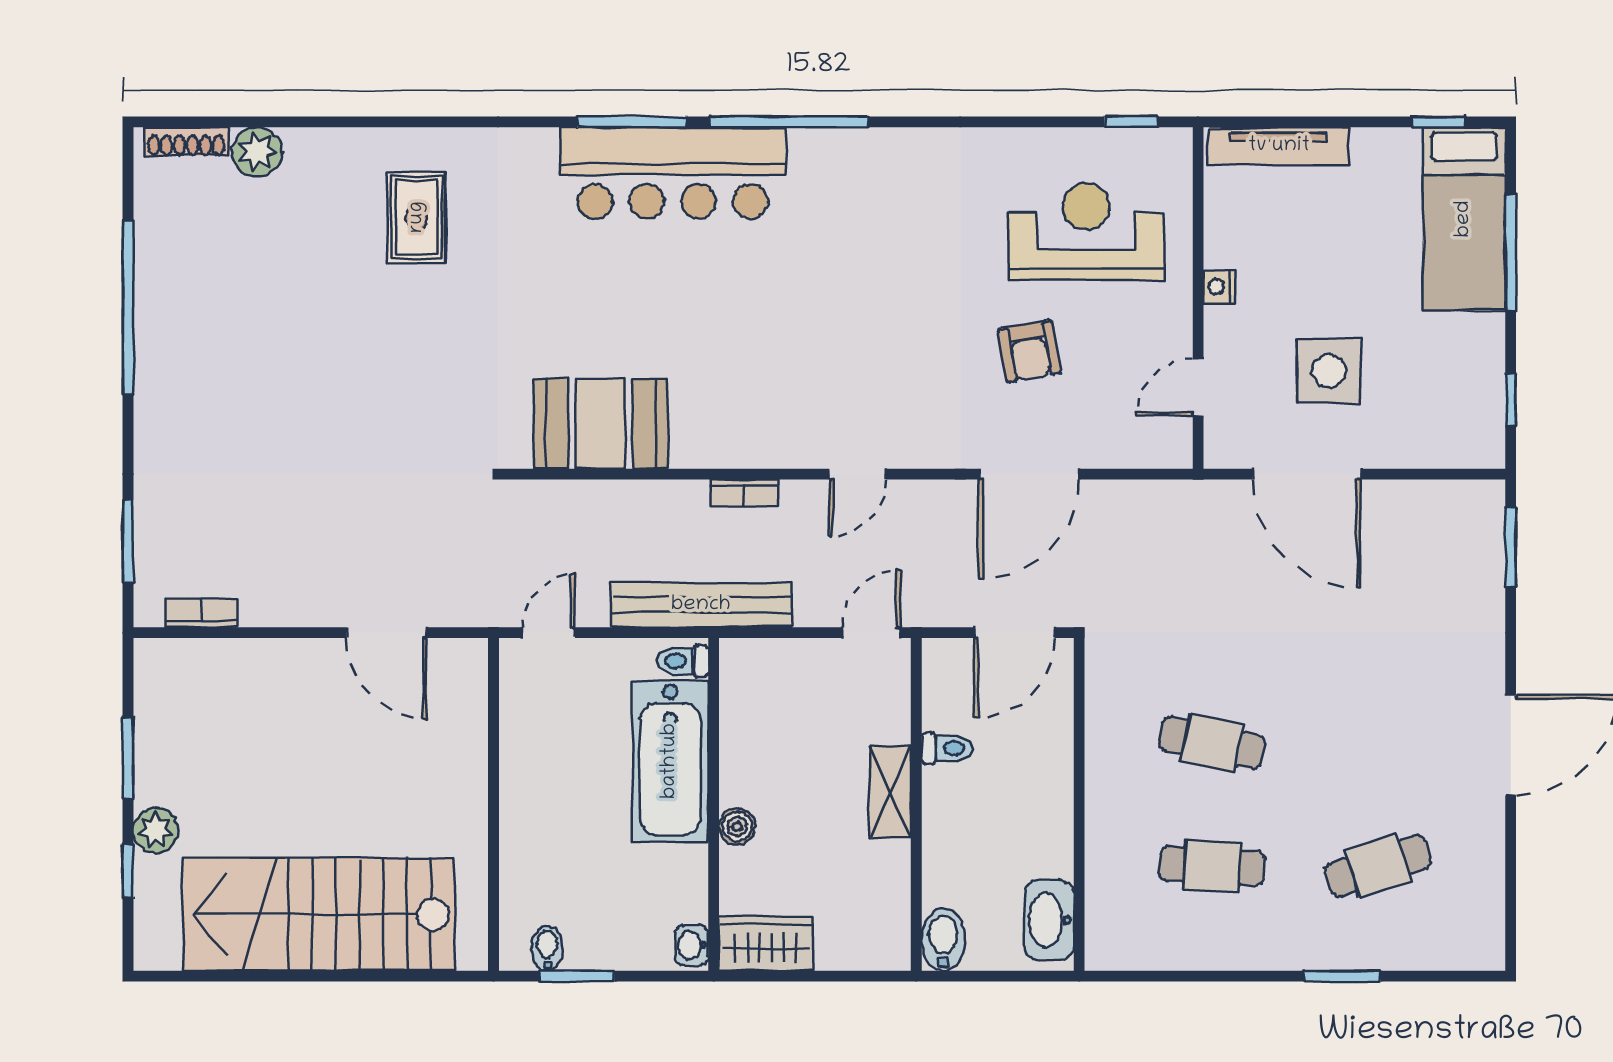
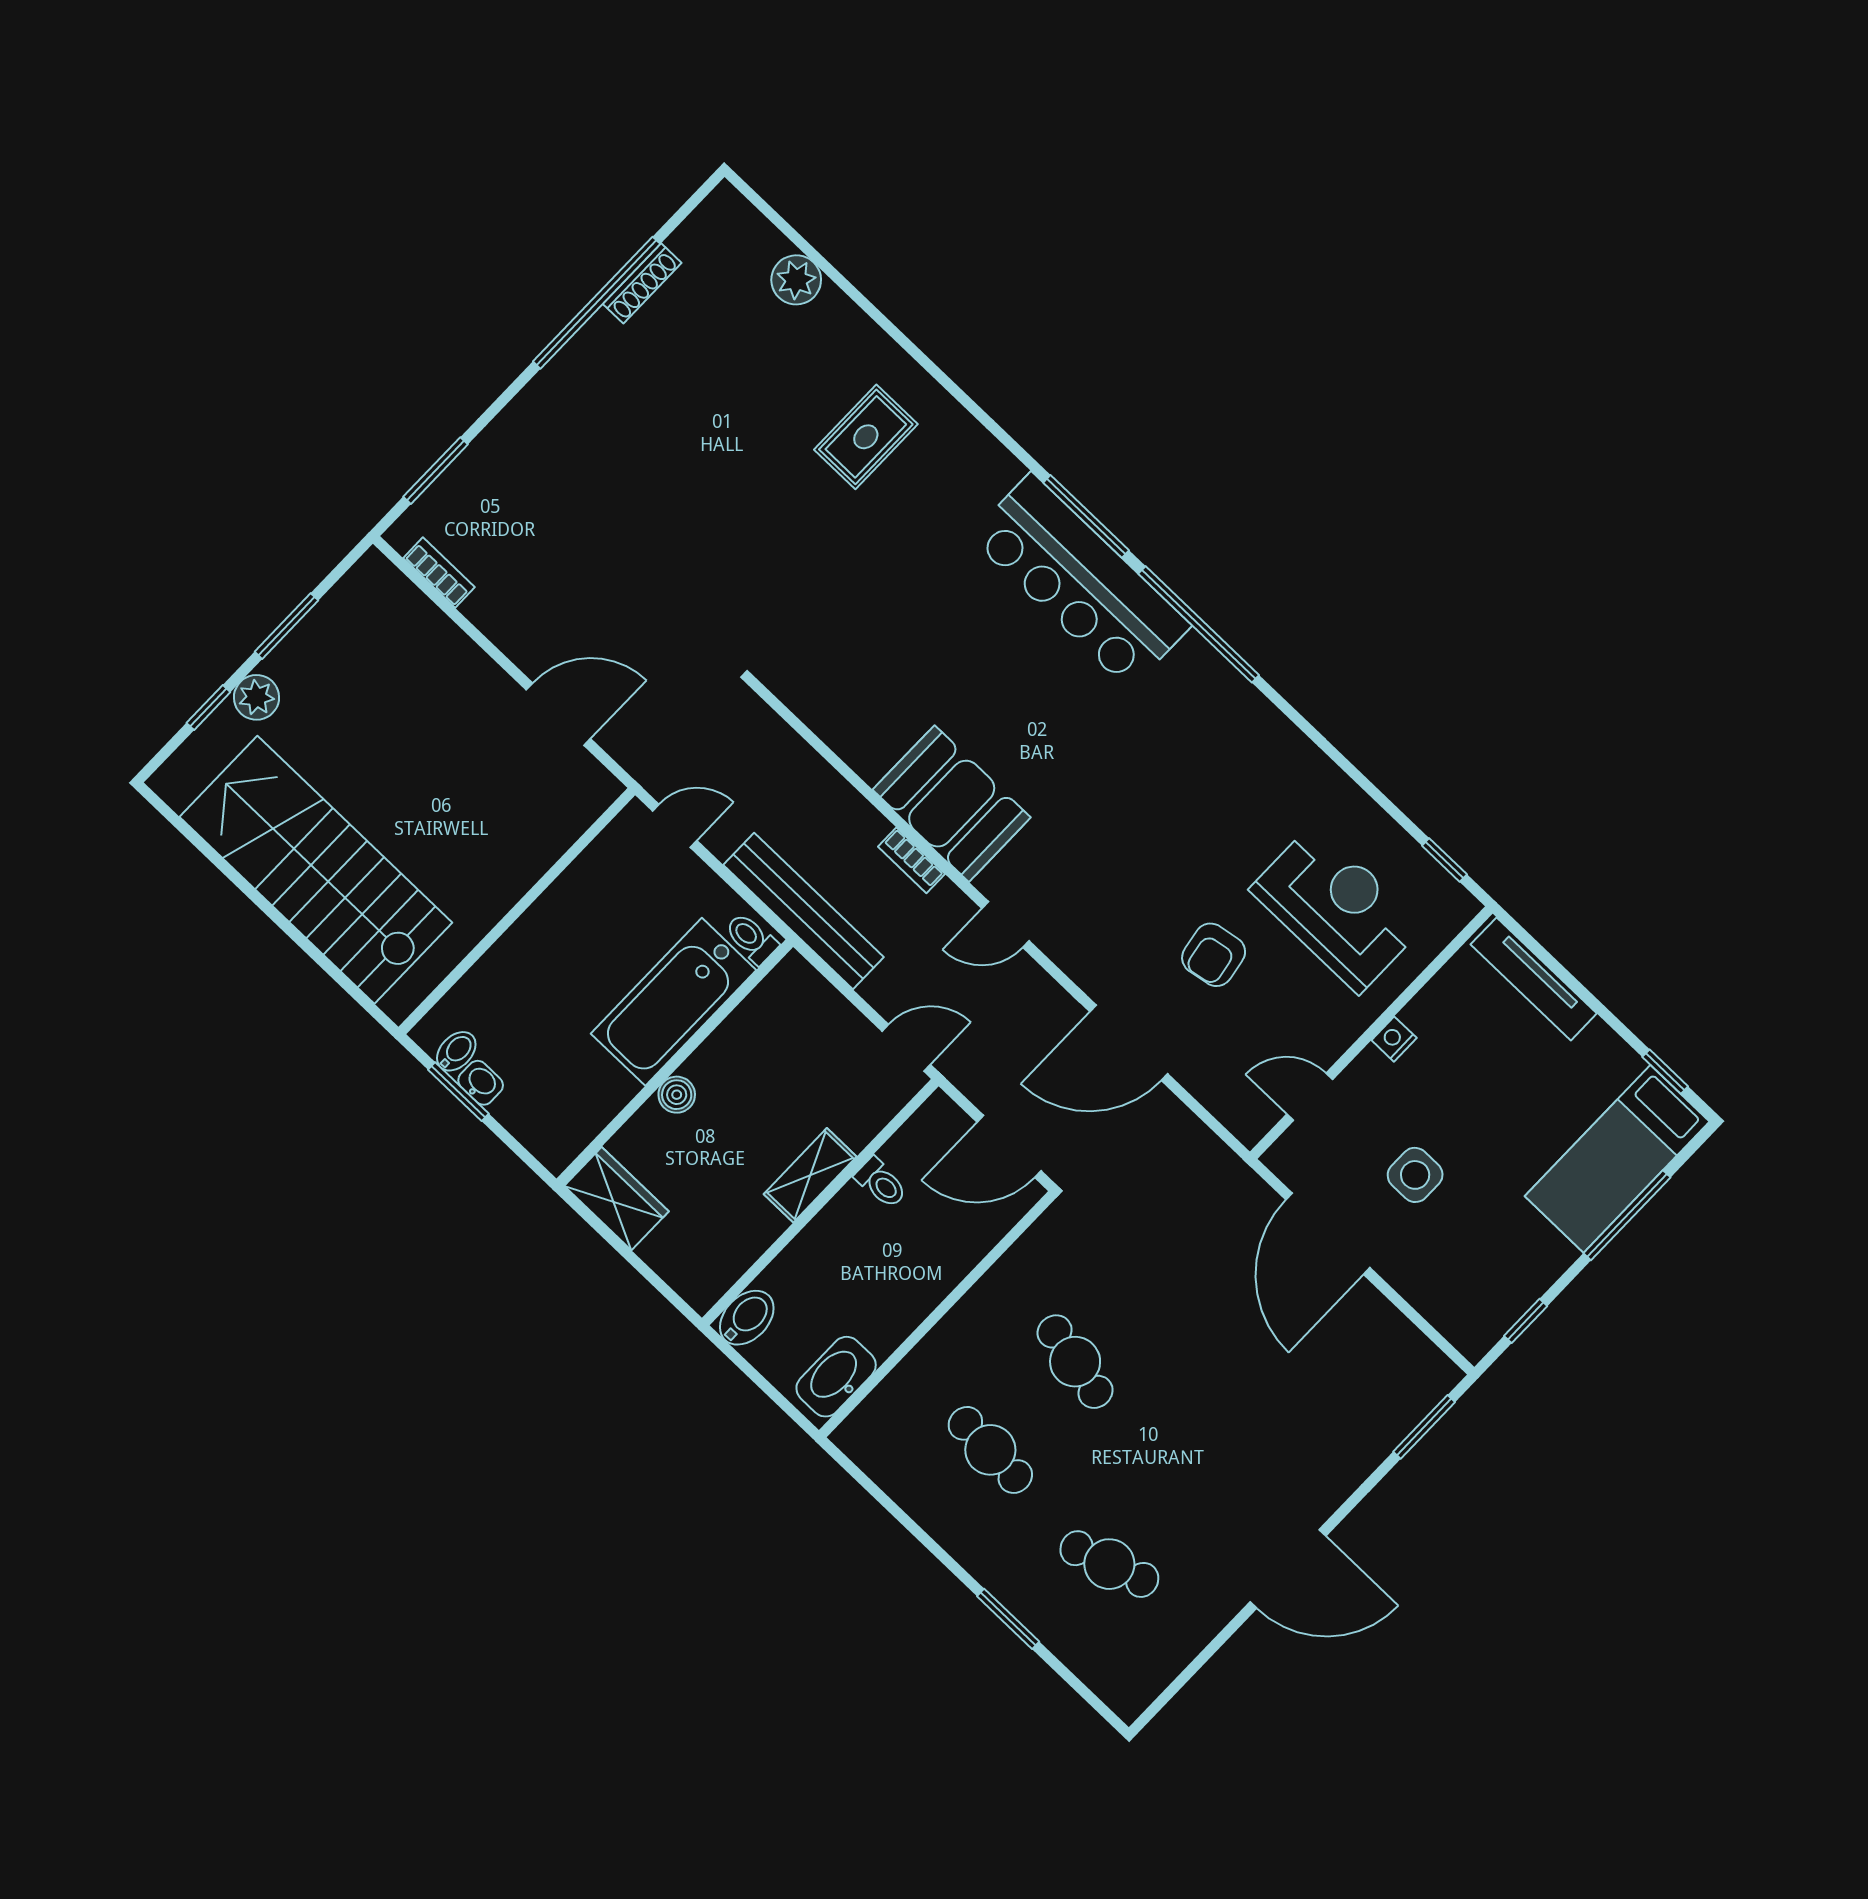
shoe rack: (186, 142) -> (642, 283), moved, turned -90
side table: (1329, 371) -> (1415, 1175), width x0.73, depth x0.73
booth: (601, 424) -> (952, 804), moved
door: (387, 633) -> (558, 714), swing flipped
washbasin: (692, 945) -> (481, 1083), moved, turned 90

